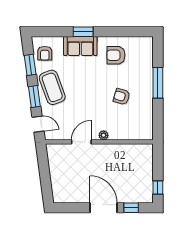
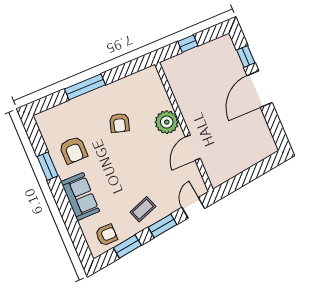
window: (83, 32) -> (48, 166), moved
coffee table: (52, 87) -> (143, 209), width x0.54, depth x0.58
plant: (104, 135) -> (167, 122), width x1.88, depth x1.88
door: (81, 142) -> (193, 148), hinge flipped
window: (158, 187) -> (188, 44), moved

